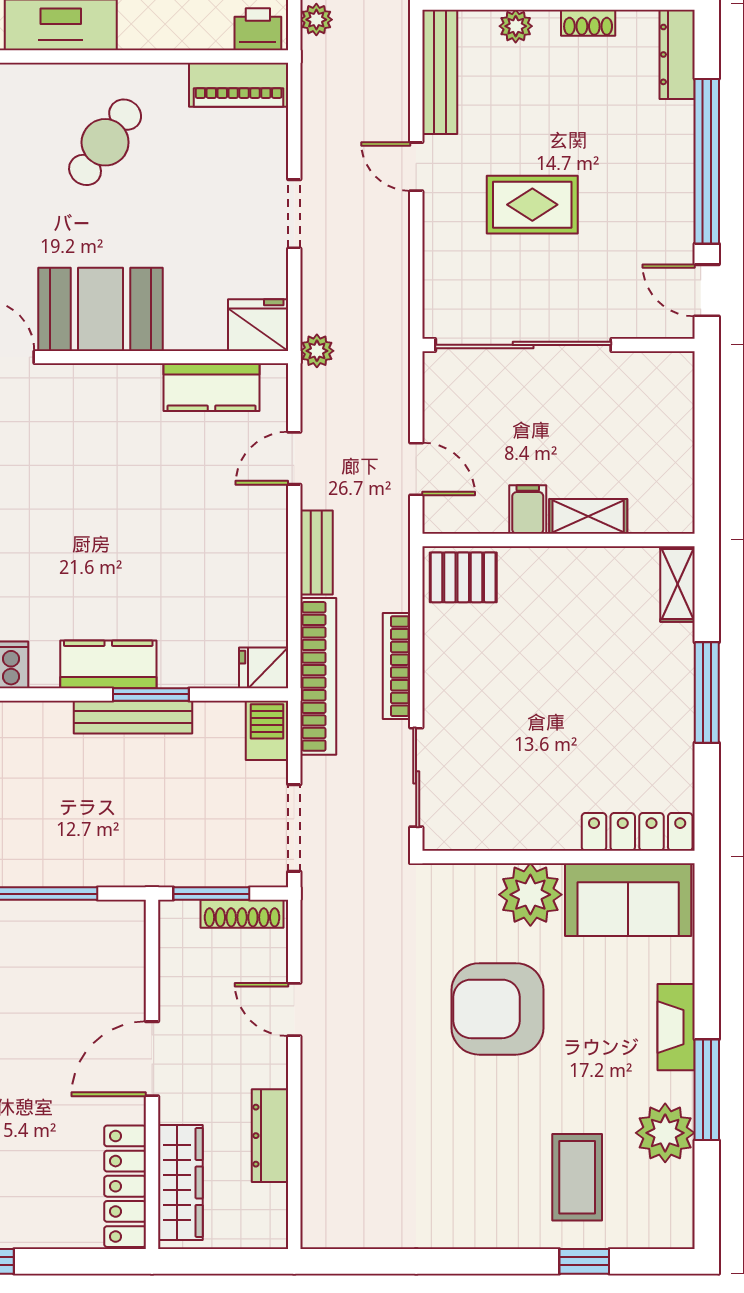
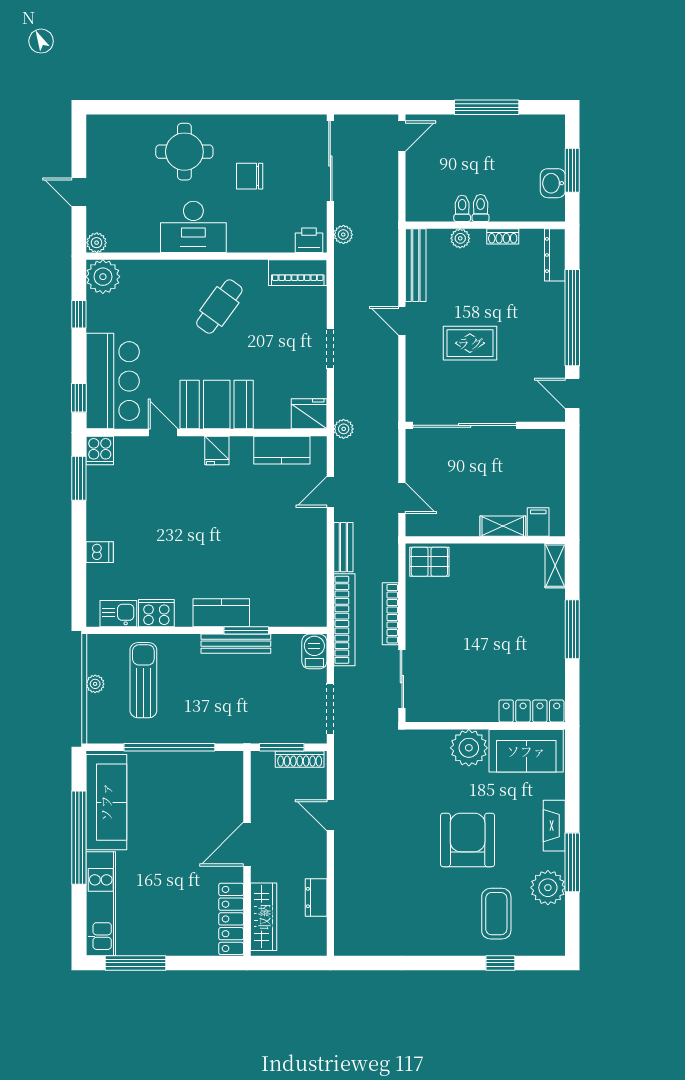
filing cabinet: (528, 509) -> (538, 522), moved
fridge: (264, 668) -> (217, 450), moved, turned -90
armchair: (498, 1009) -> (468, 840), moved, turned 90
dresser: (270, 1136) -> (316, 898), width x0.70

